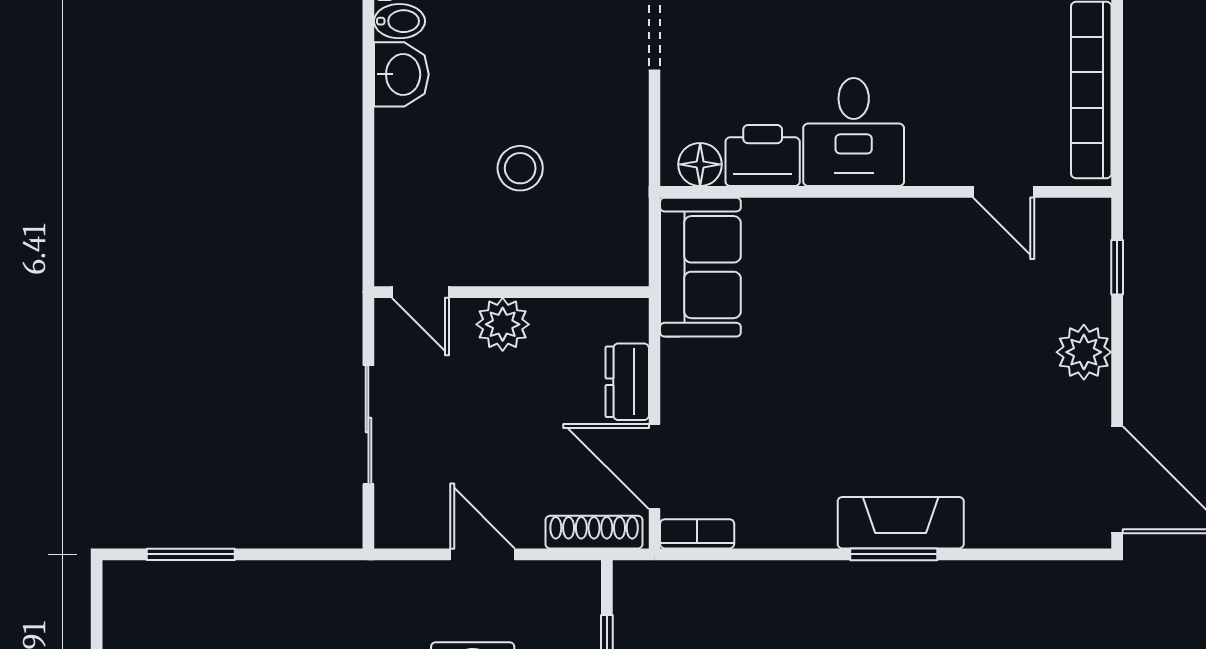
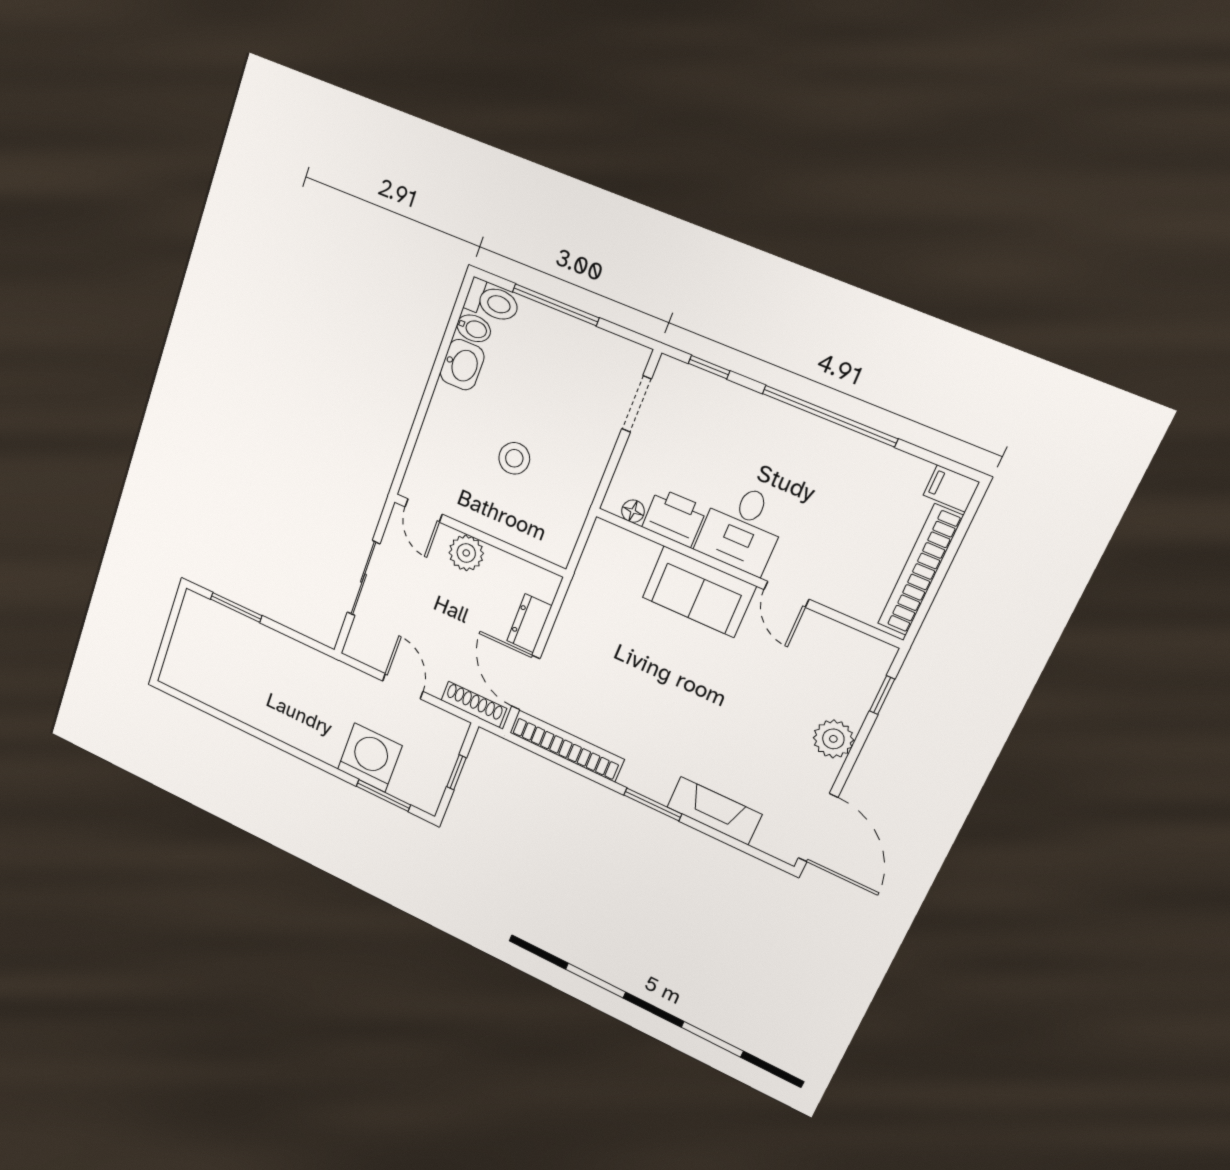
floor lamp: (700, 164) -> (633, 511), width x0.73, depth x0.73
door: (1004, 192) -> (786, 594), moved
sofa: (700, 267) -> (699, 592), moved, turned 90
fireplace: (901, 523) -> (714, 811), moved
bookcase: (697, 534) -> (567, 746), width x2.31, depth x1.31

